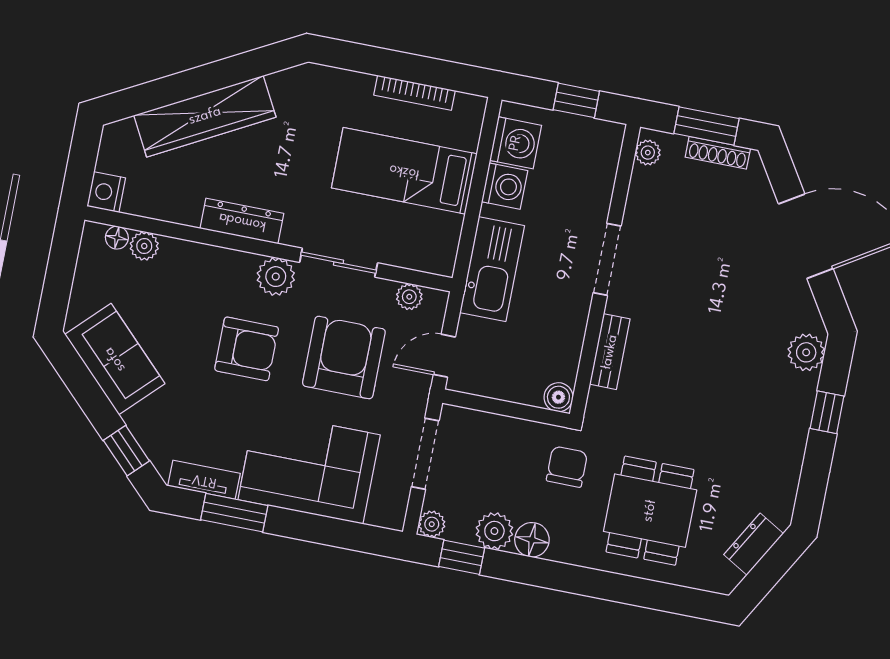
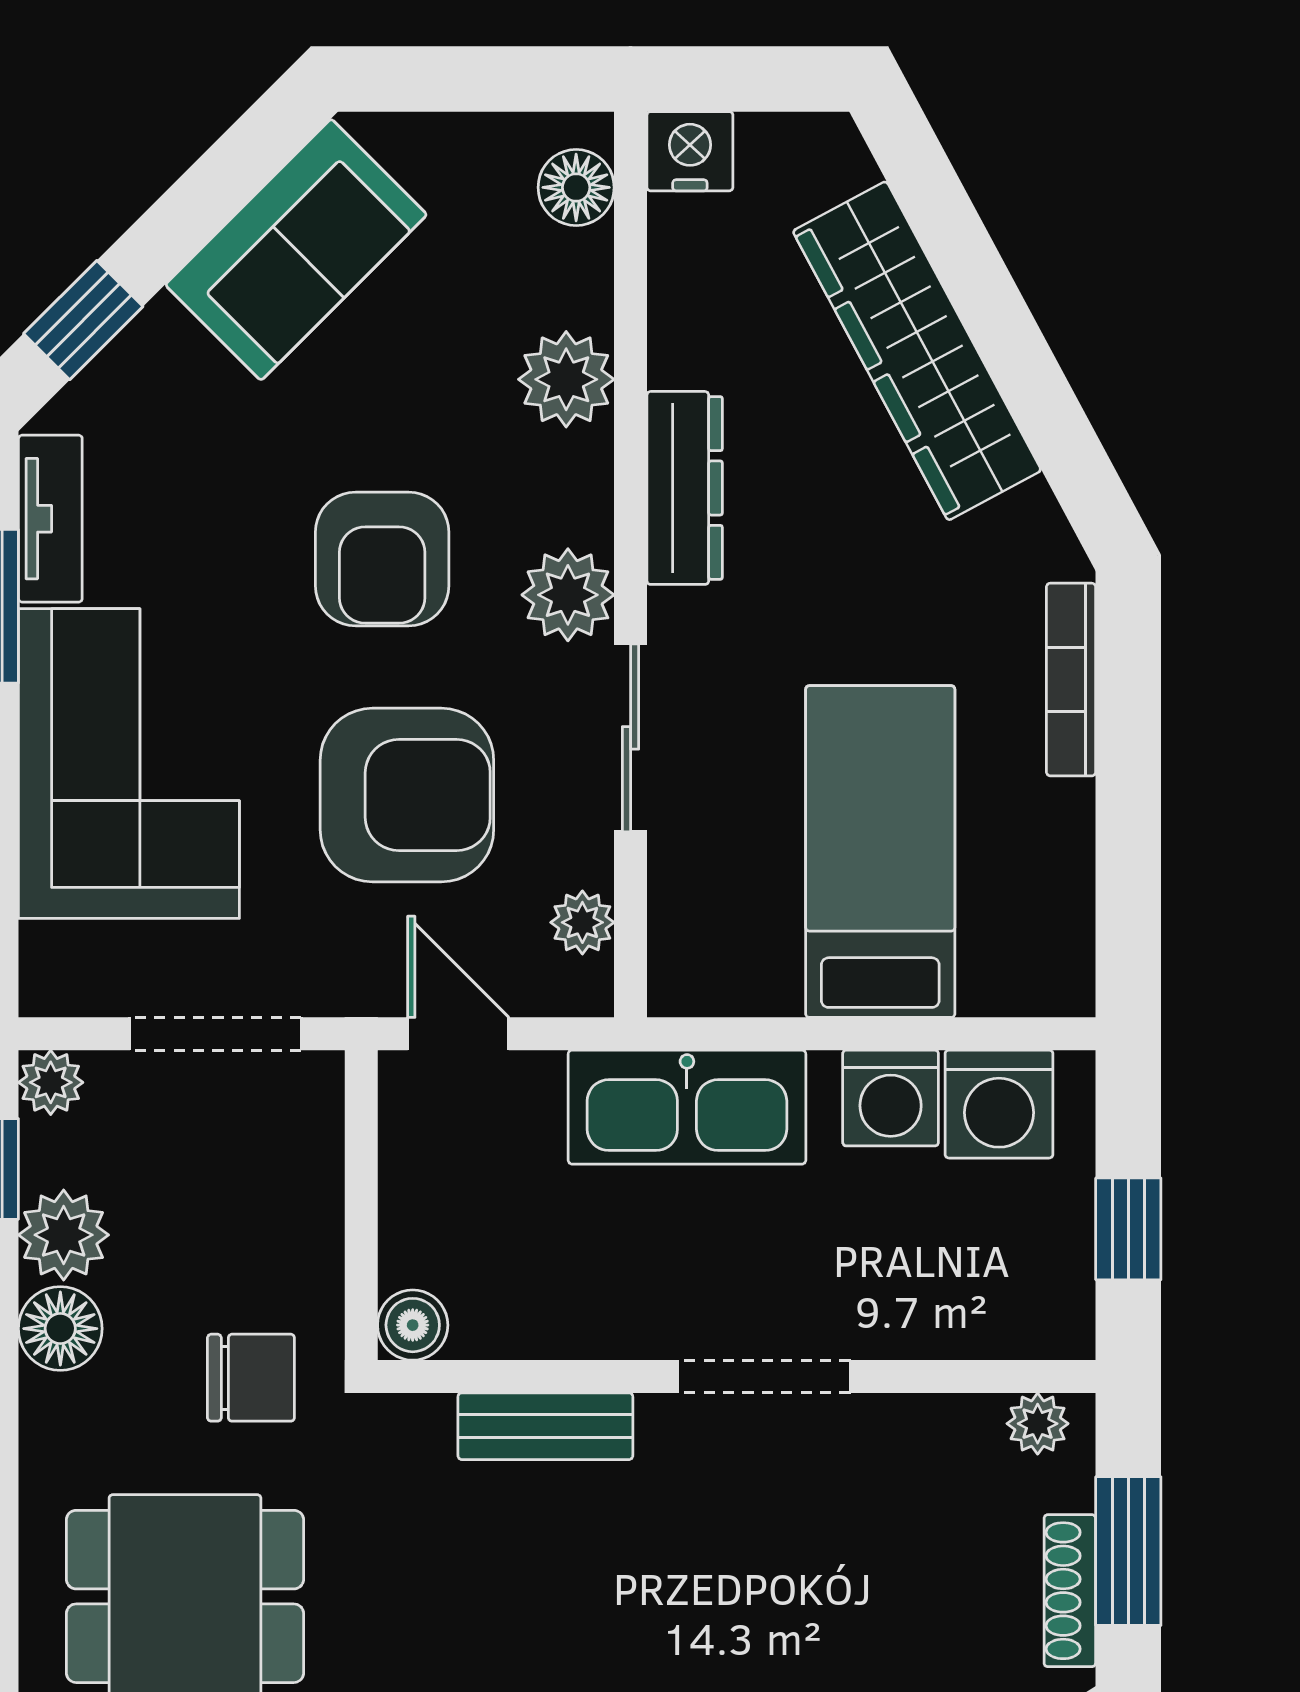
bookcase: (415, 93) -> (1071, 680), moved
floor lamp: (117, 238) -> (576, 187), width x1.37, depth x1.37
plant: (144, 246) -> (566, 379), moved, width x1.38, depth x1.38

